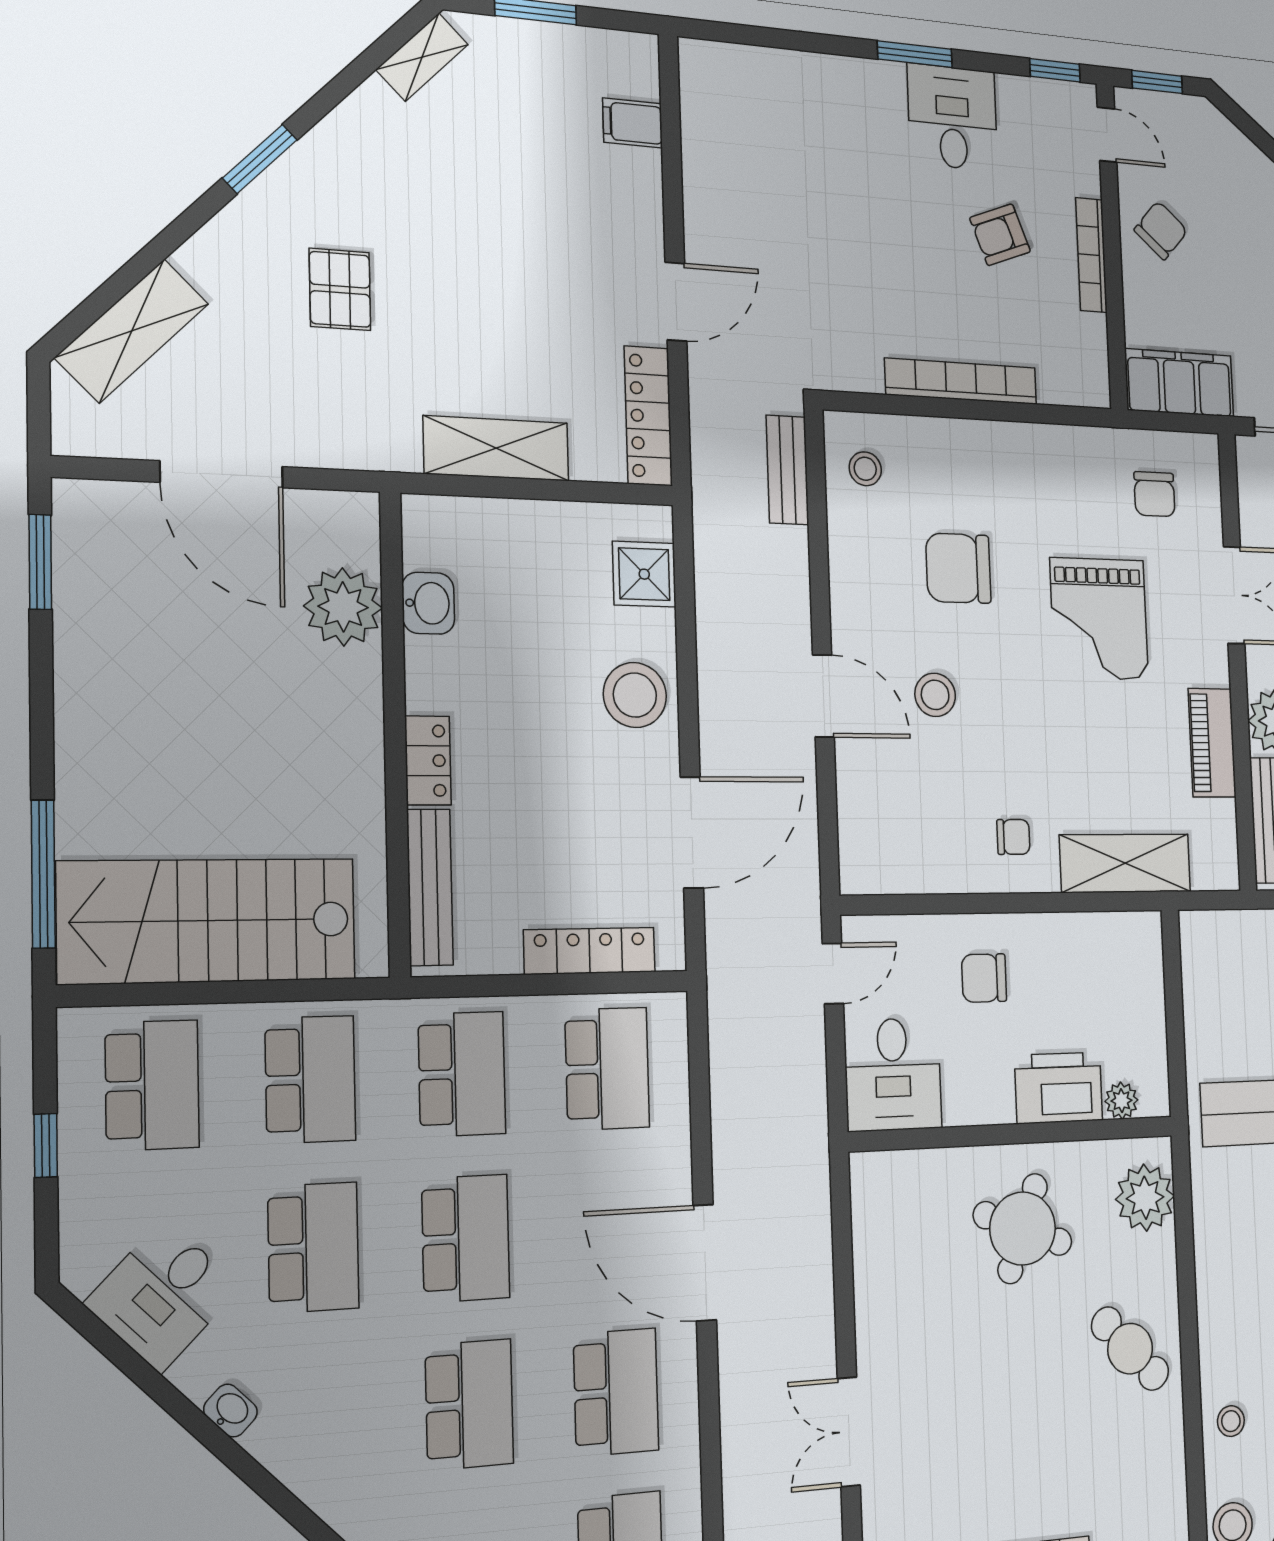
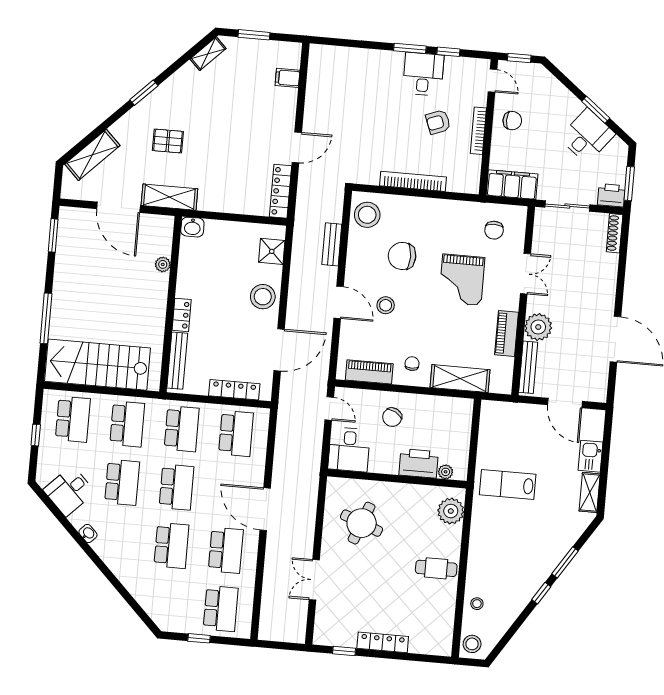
window: (1055, 70) -> (448, 52), moved
chair: (1161, 230) -> (512, 121), turned 49
pallet: (340, 289) -> (168, 141), turned 90
shelving: (496, 448) -> (169, 197), moved
stool: (865, 469) -> (367, 215), width x1.89, depth x1.89
bench: (787, 470) -> (332, 244), moved
washbasin: (428, 603) -> (192, 227), moved, turned 90
plant: (343, 607) -> (163, 264), width x0.53, depth x0.53
chair: (1013, 837) -> (412, 364), turned -90
piano: (917, 868) -> (369, 372), added
window: (43, 874) -> (46, 318), moved
door: (833, 974) -> (329, 409), hinge flipped
chair: (984, 978) -> (392, 417), turned -61
round table: (1023, 1229) -> (362, 523), moved
cafe table: (1130, 1349) -> (436, 568), turned -46

